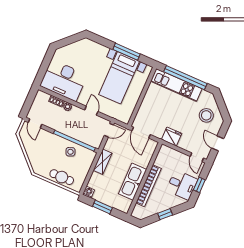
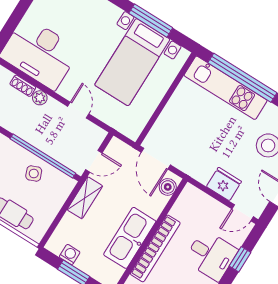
door: (109, 130) -> (94, 161), moved
fridge: (172, 137) -> (224, 184), moved
boiler: (151, 148) -> (168, 187), added
door: (197, 157) -> (243, 213), hinge flipped
washing machine: (89, 192) -> (70, 255), moved

